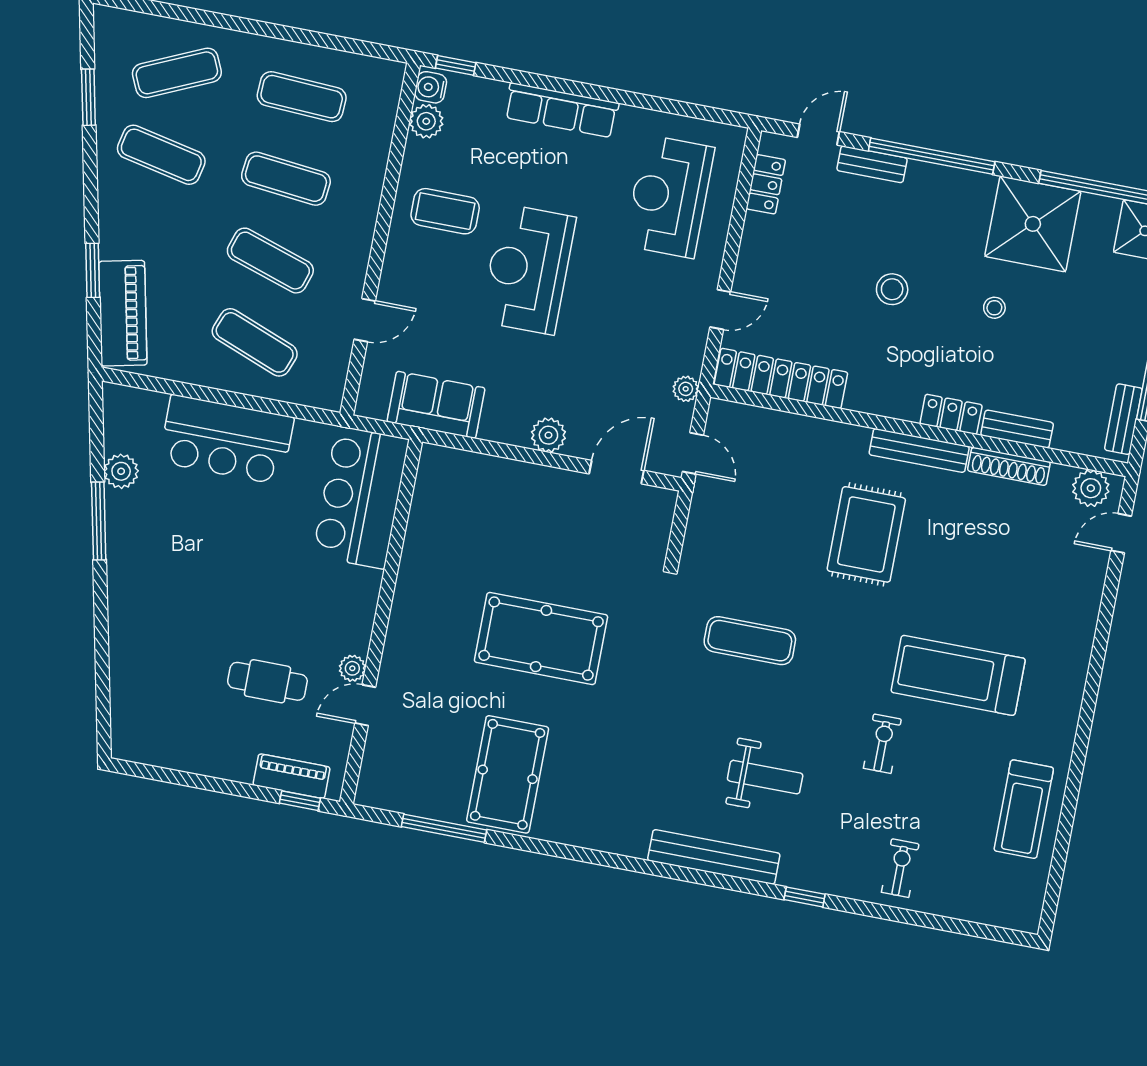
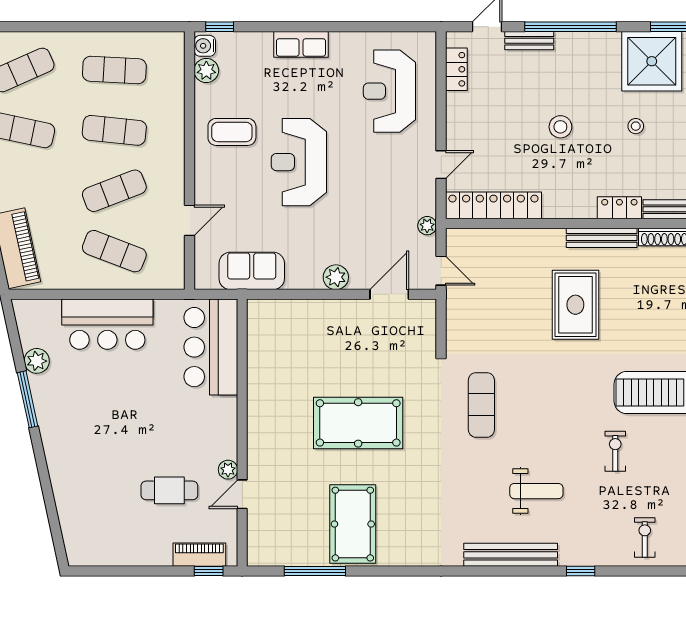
row of seats: (562, 110) -> (301, 44), width x0.68
exercise mat: (270, 261) -> (114, 191), turned -39
exercise mat: (750, 641) -> (481, 405), moved, turned 90

